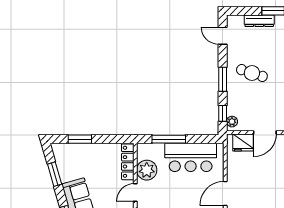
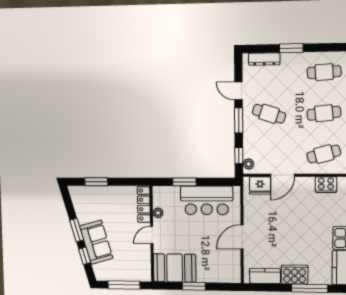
dresser: (259, 21) -> (264, 59), moved
door: (223, 36) -> (238, 91), moved
window: (169, 139) -> (184, 182), width x0.69
plant: (147, 170) -> (158, 213), width x0.53, depth x0.53
window: (55, 174) -> (77, 230), moved

